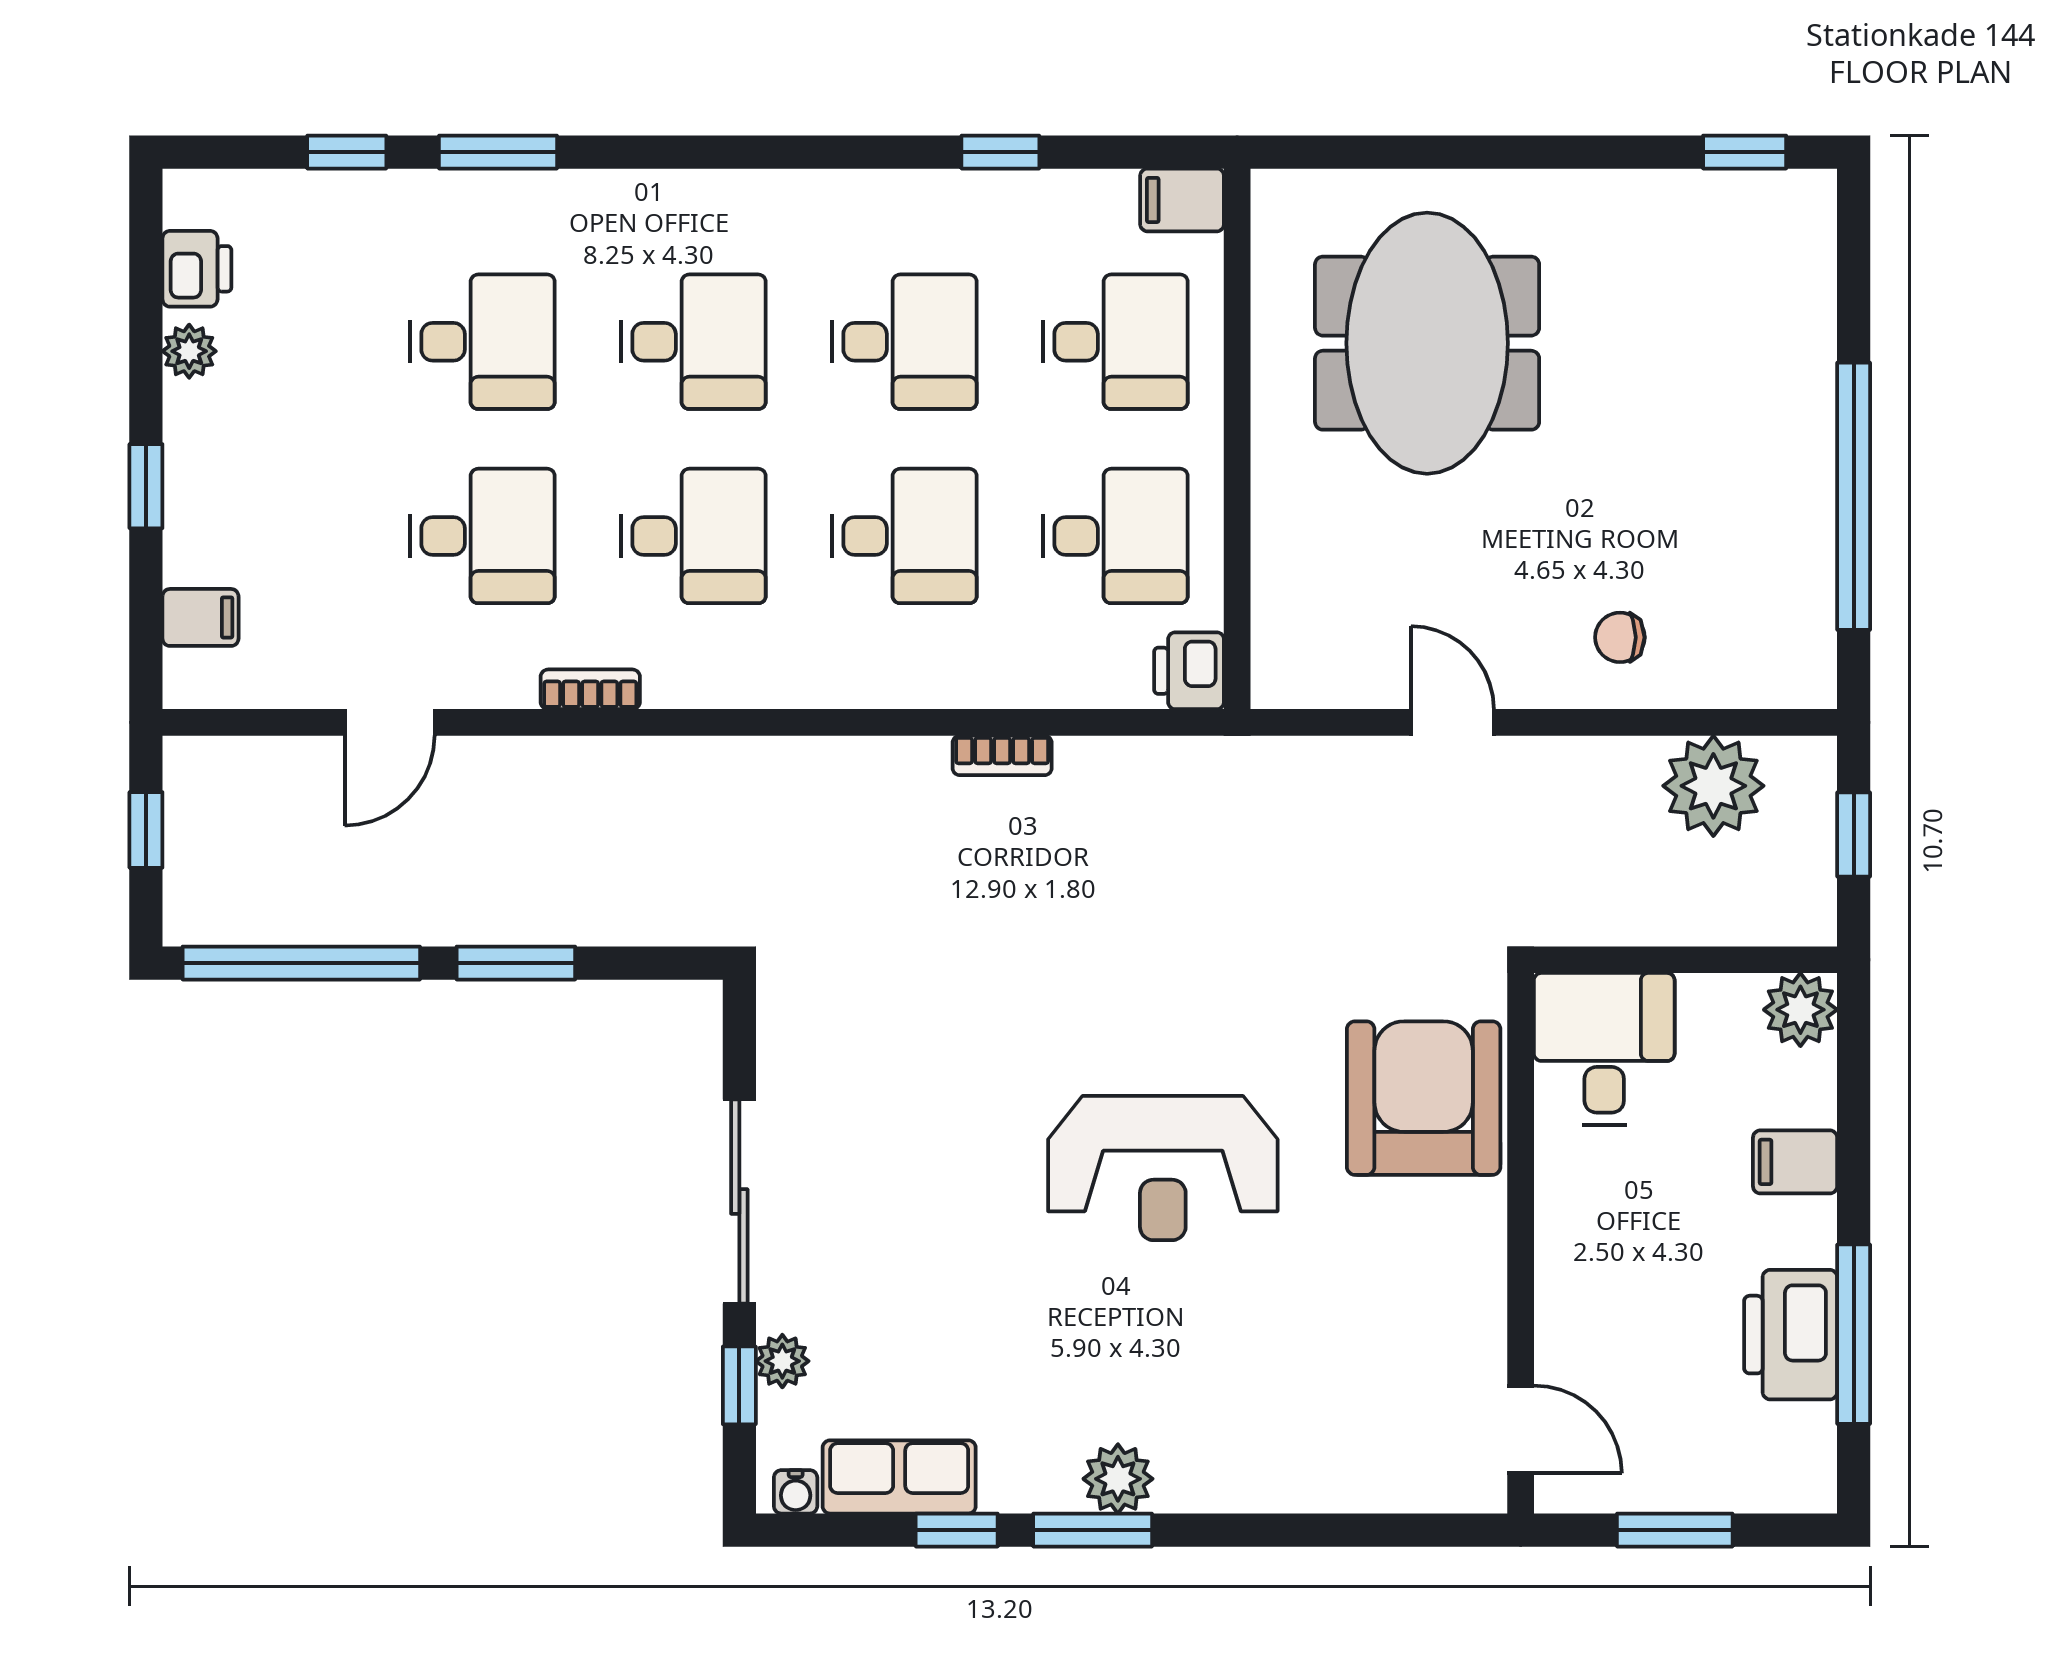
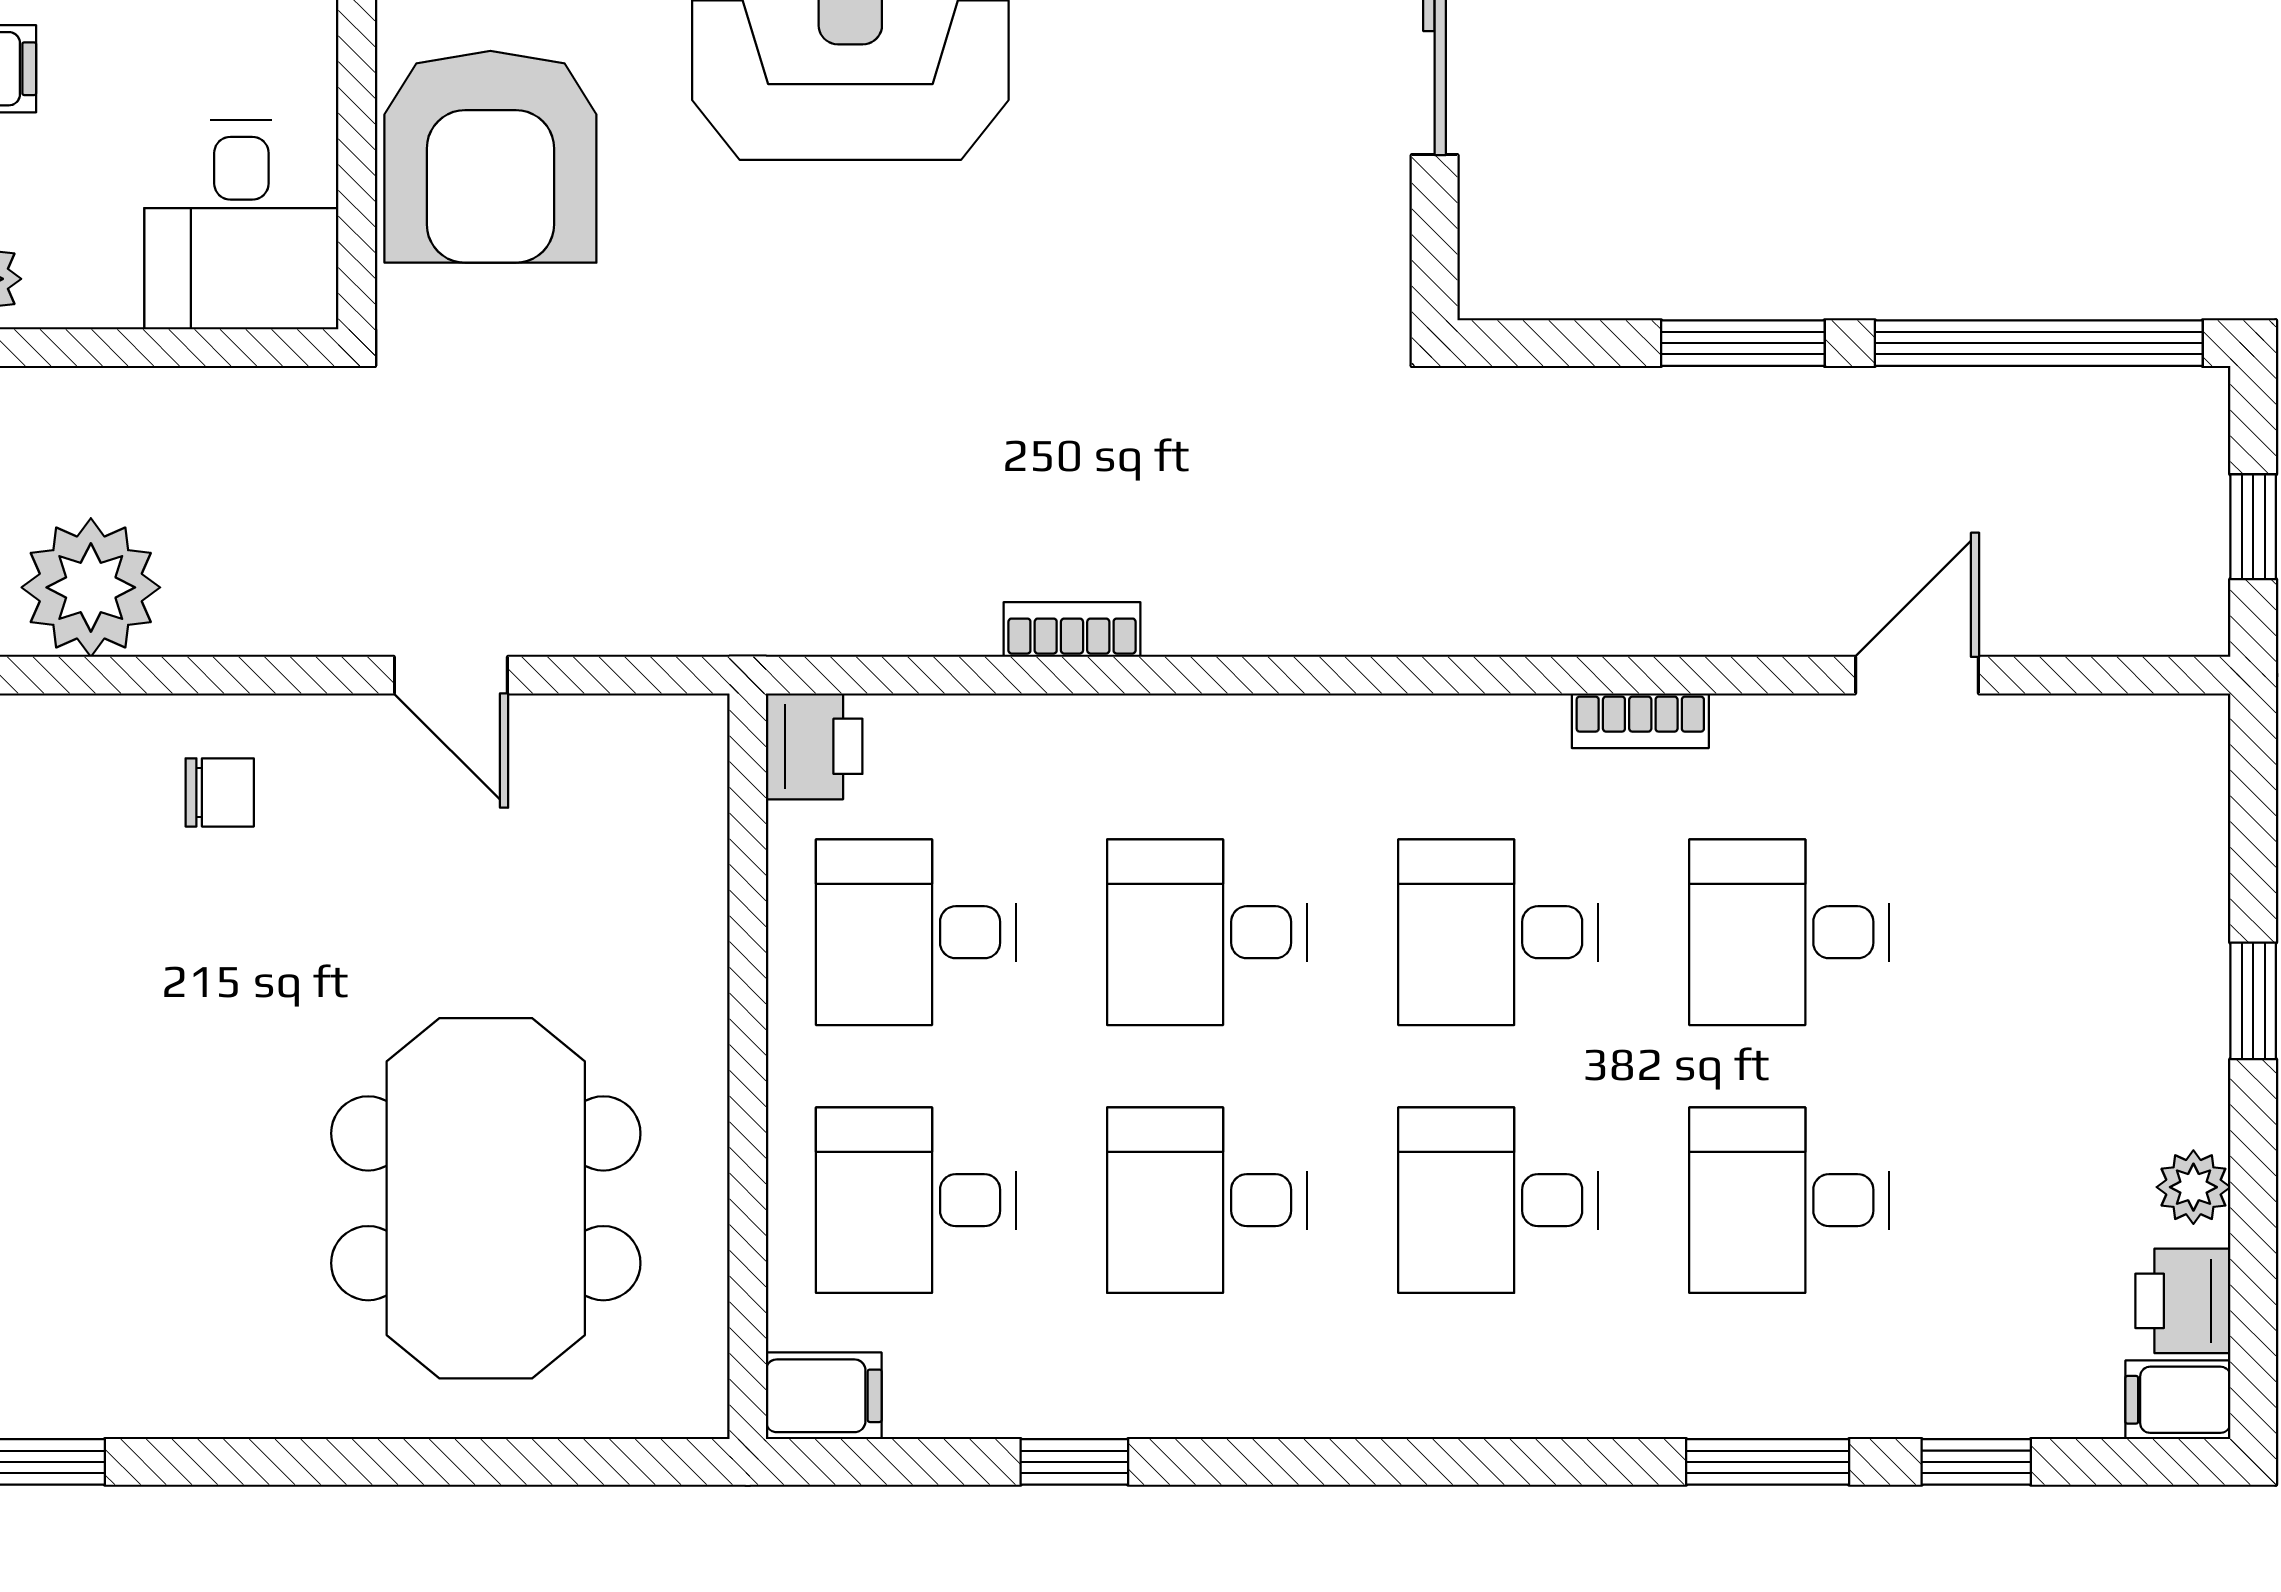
filing cabinet: (200, 617) -> (2178, 1400), moved

